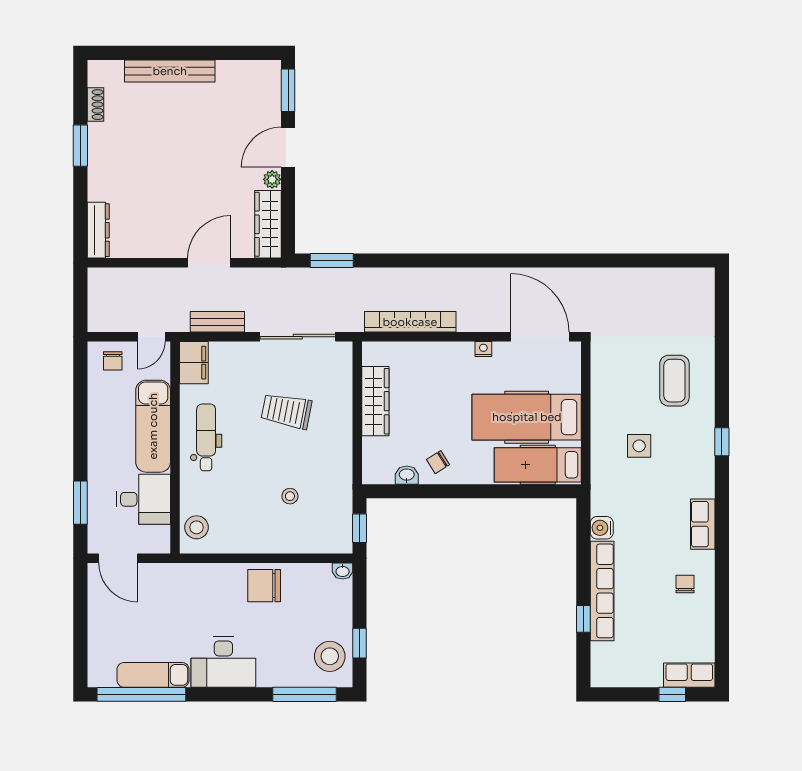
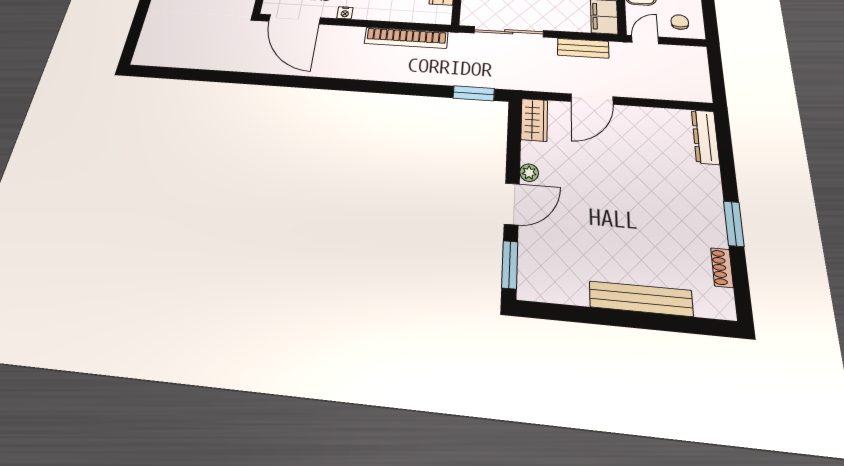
wardrobe: (268, 224) -> (534, 120), width x0.67

